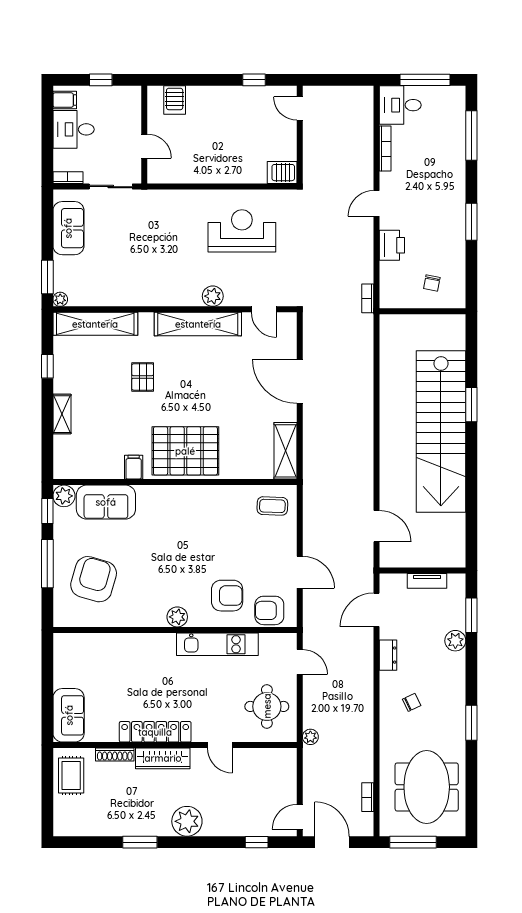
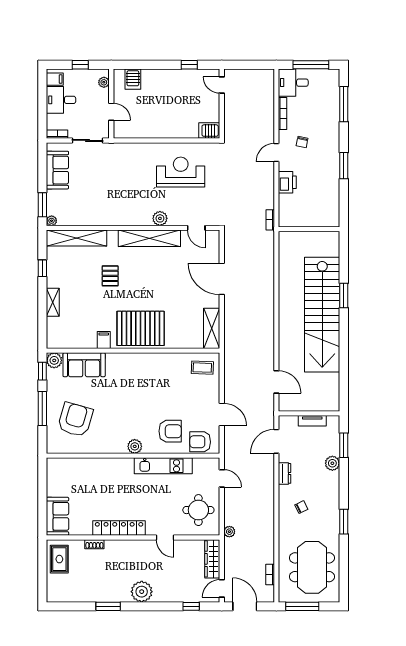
plant: (134, 105) -> (104, 82), added
chair: (432, 283) -> (302, 142), moved
shoe rack: (115, 754) -> (94, 544), width x0.70
wardrobe: (163, 758) -> (212, 559), moved, turned 90

